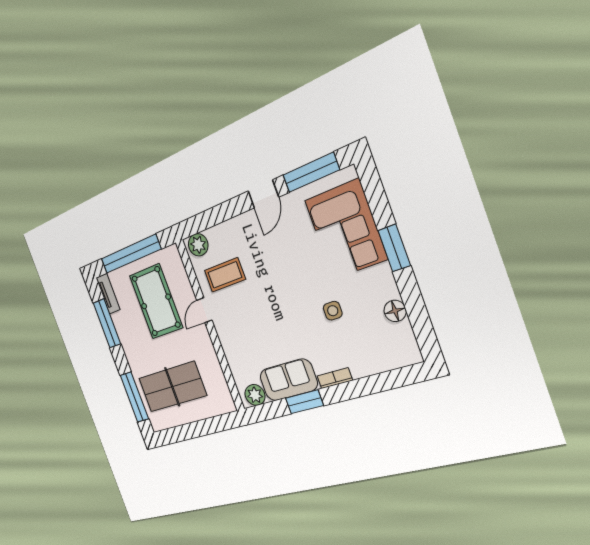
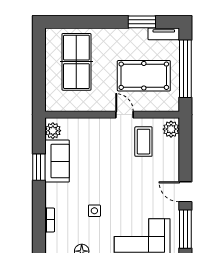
window: (107, 323) -> (142, 22), width x0.69
bookcase: (335, 378) -> (50, 220), moved
window: (134, 397) -> (77, 22), removed

